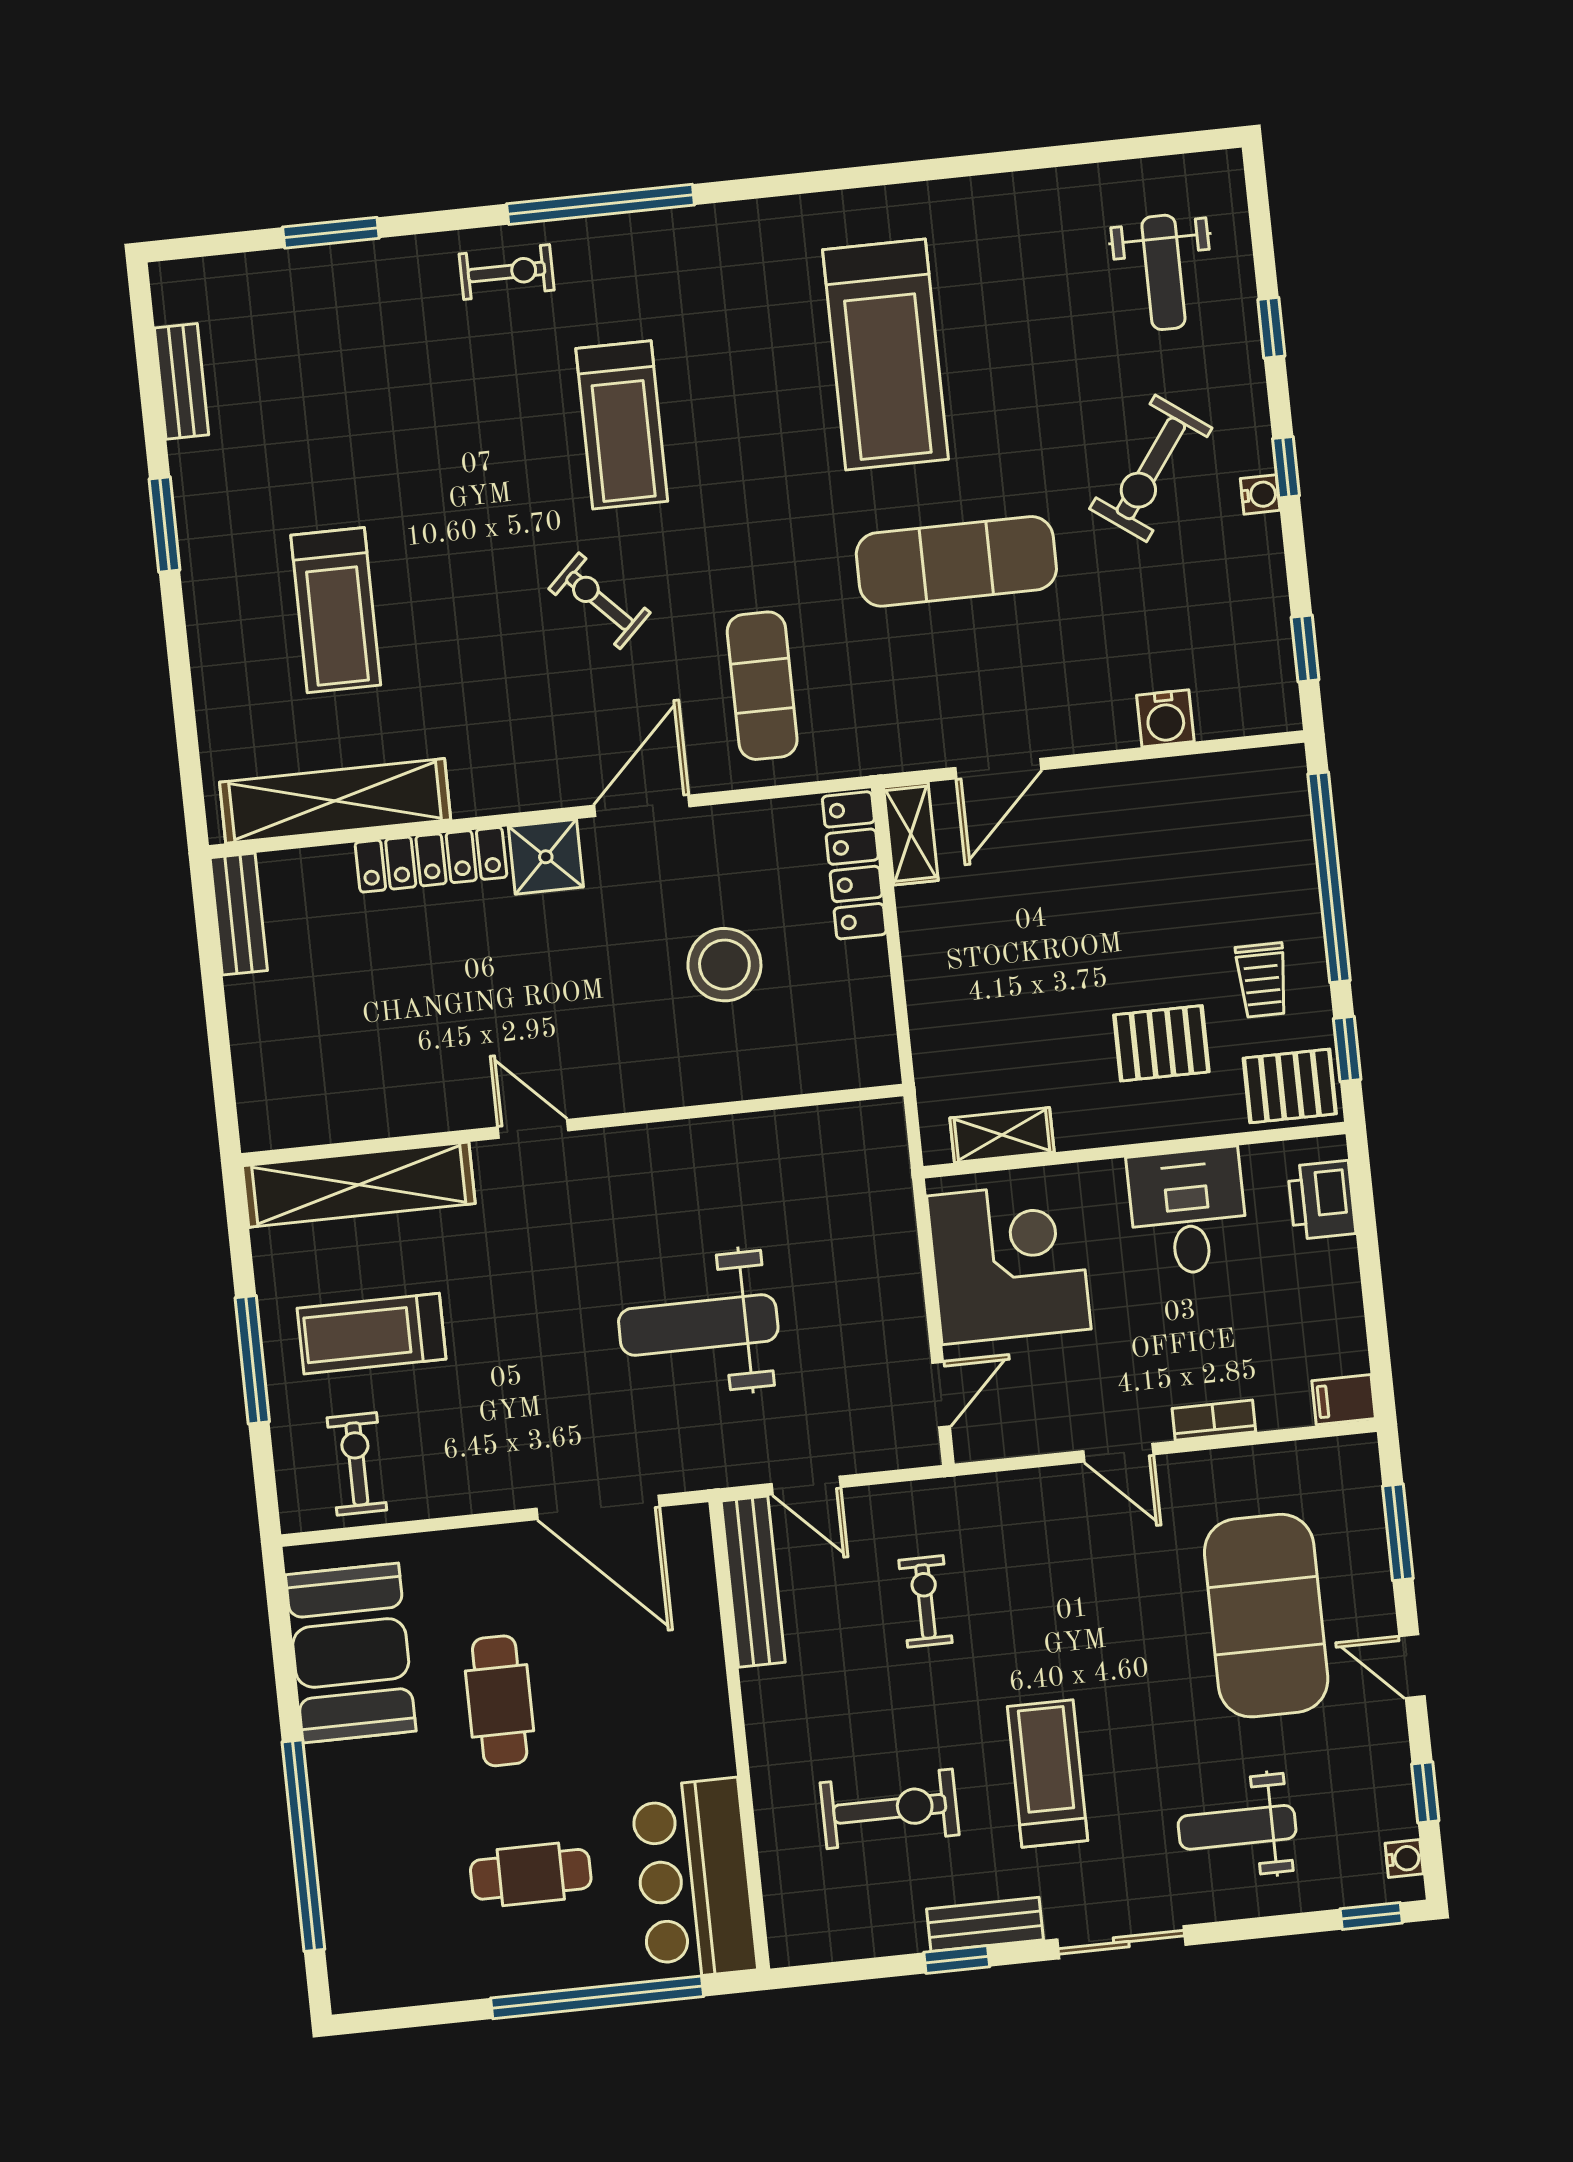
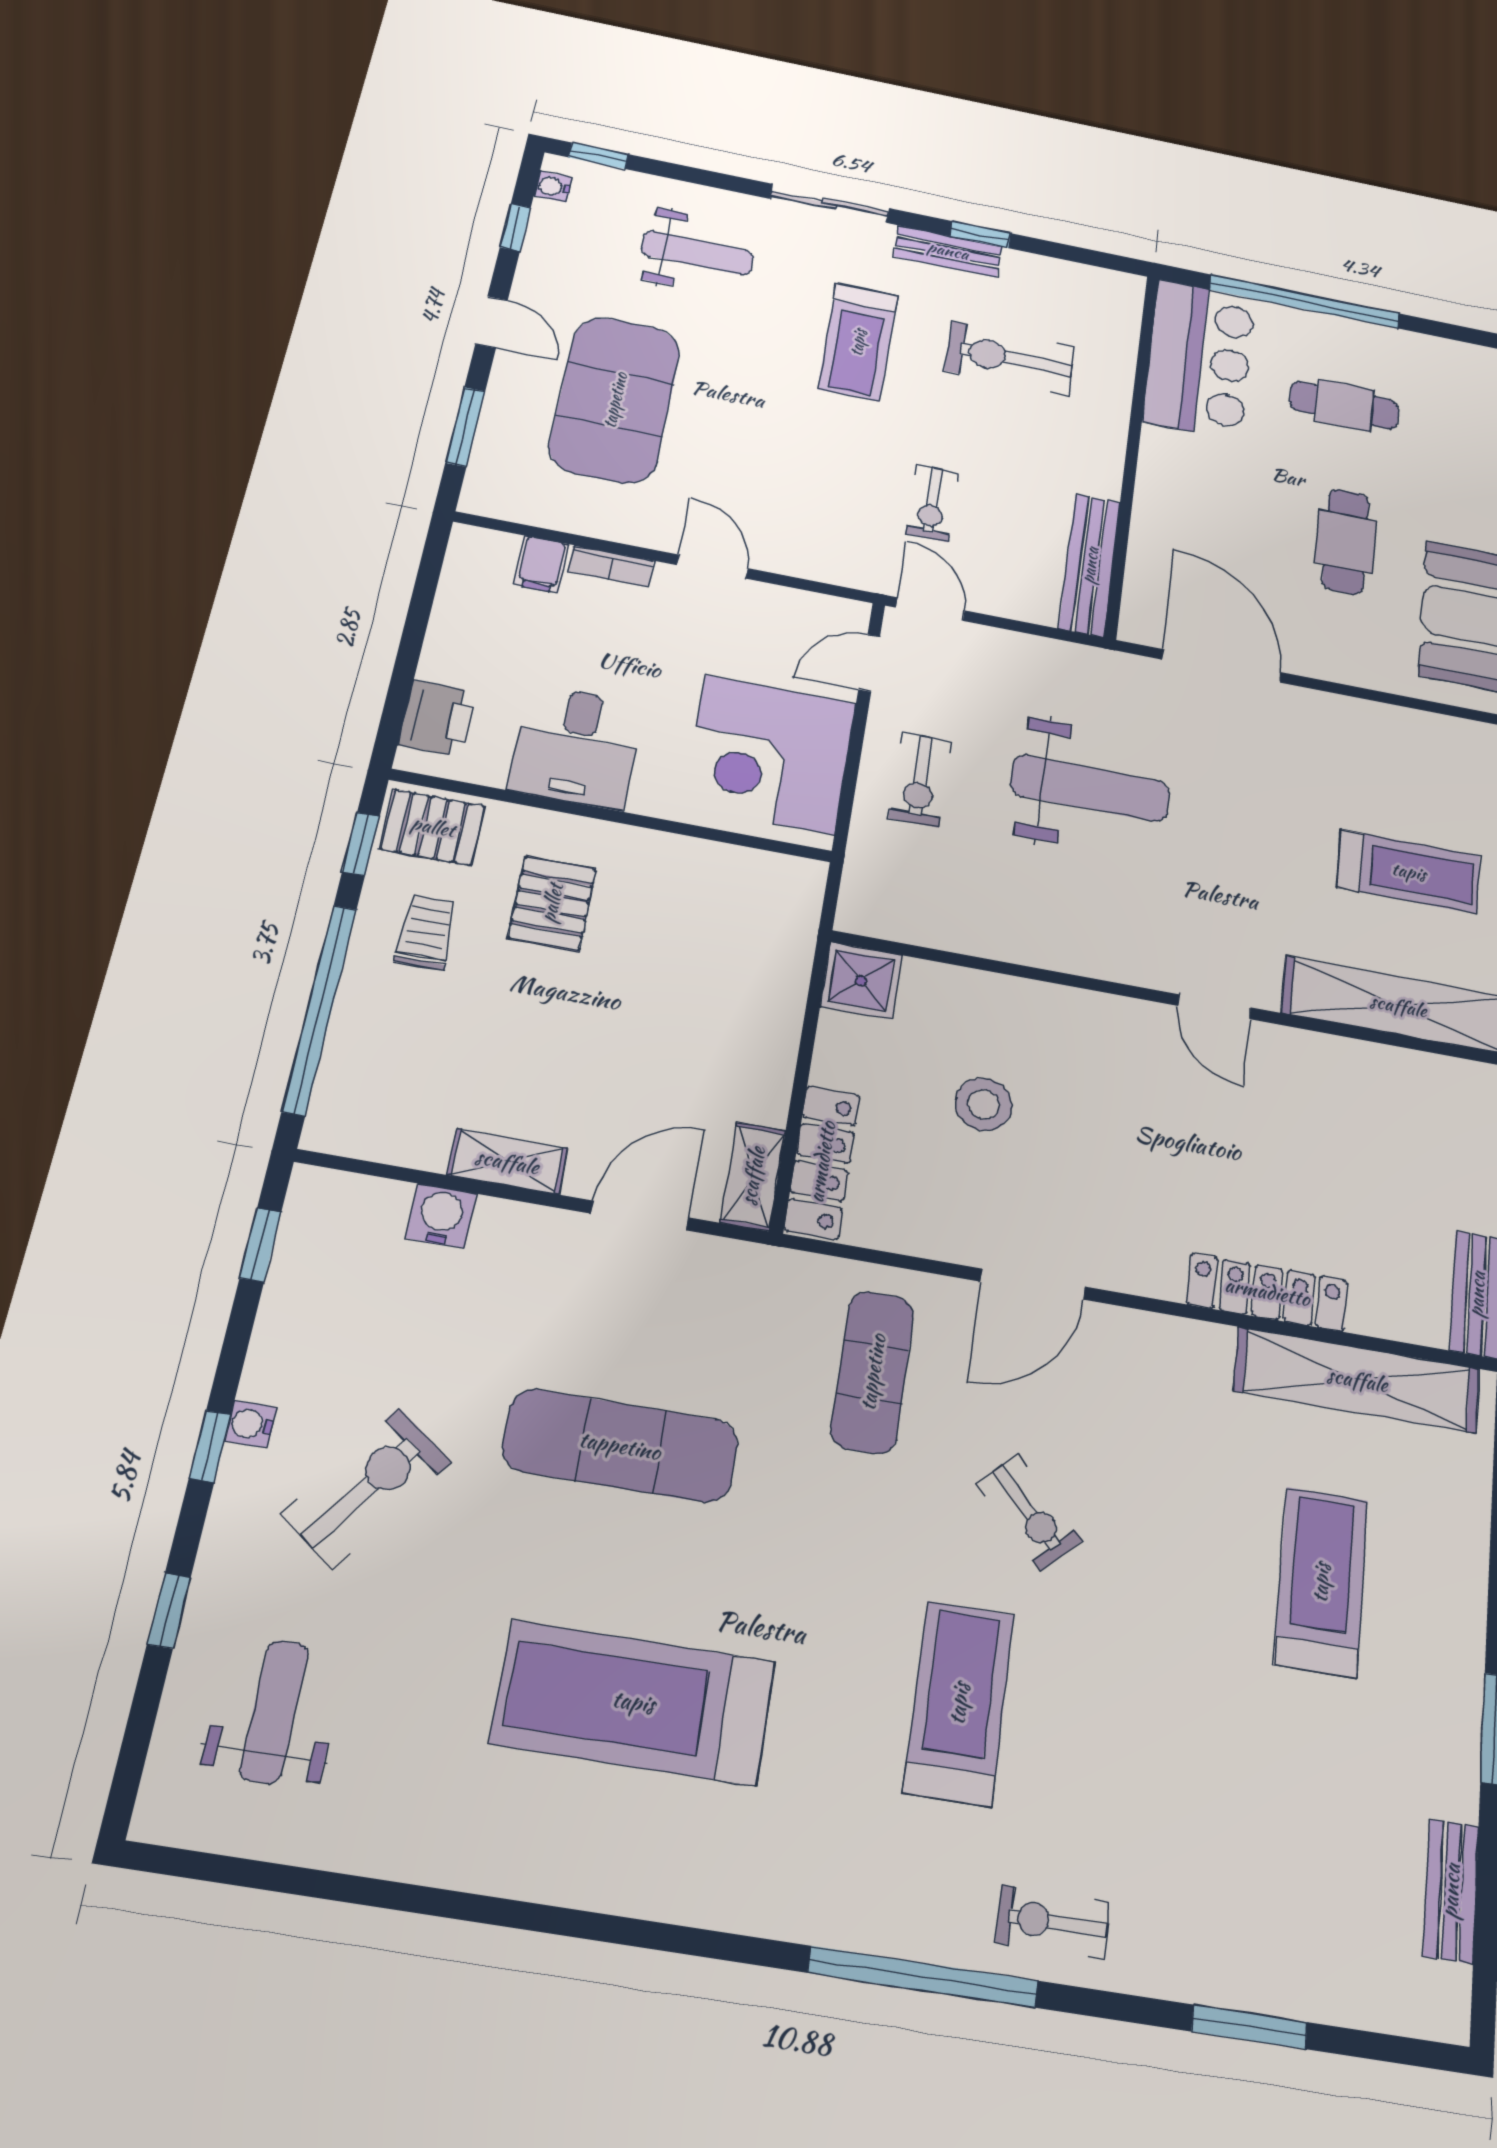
treadmill: (886, 354) -> (634, 1702), turned -90
shower: (546, 857) -> (861, 981), moved
stool: (724, 965) -> (984, 1104), width x0.73, depth x0.73
pallet: (1161, 1043) -> (552, 903), turned 90
shelving: (1002, 1135) -> (507, 1162), moved
filing cabinet: (1344, 1400) -> (541, 564), moved, turned 90
exercise bike: (357, 1464) -> (920, 780), moved
door: (806, 1485) -> (930, 609), moved

